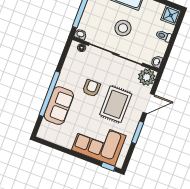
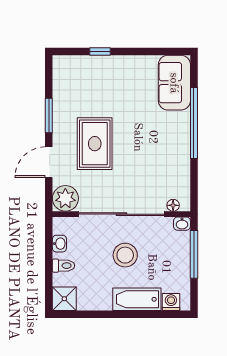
washbasin: (157, 62) -> (59, 244), moved
armchair: (91, 88) -> (138, 153), removed
sofa: (59, 106) -> (174, 83), moved
corner sofa: (99, 143) -> (98, 80), removed
window: (108, 167) -> (100, 51), moved

